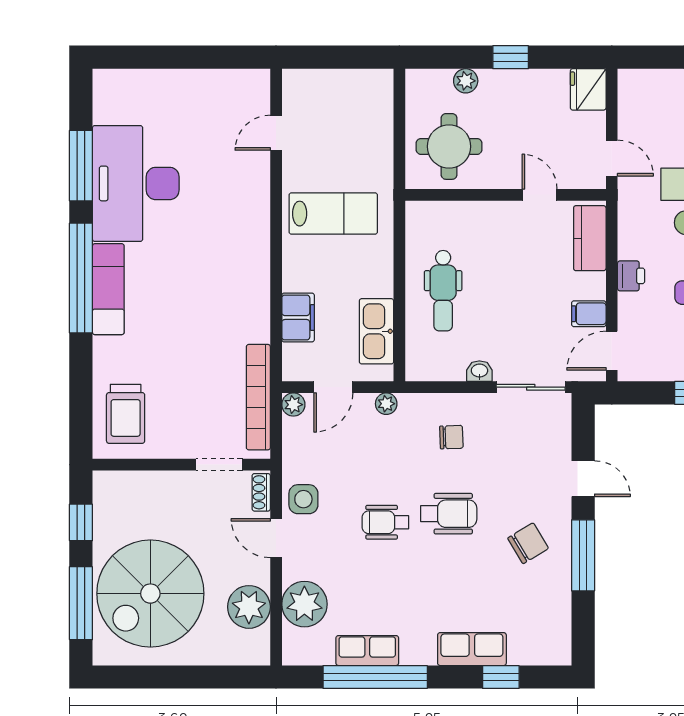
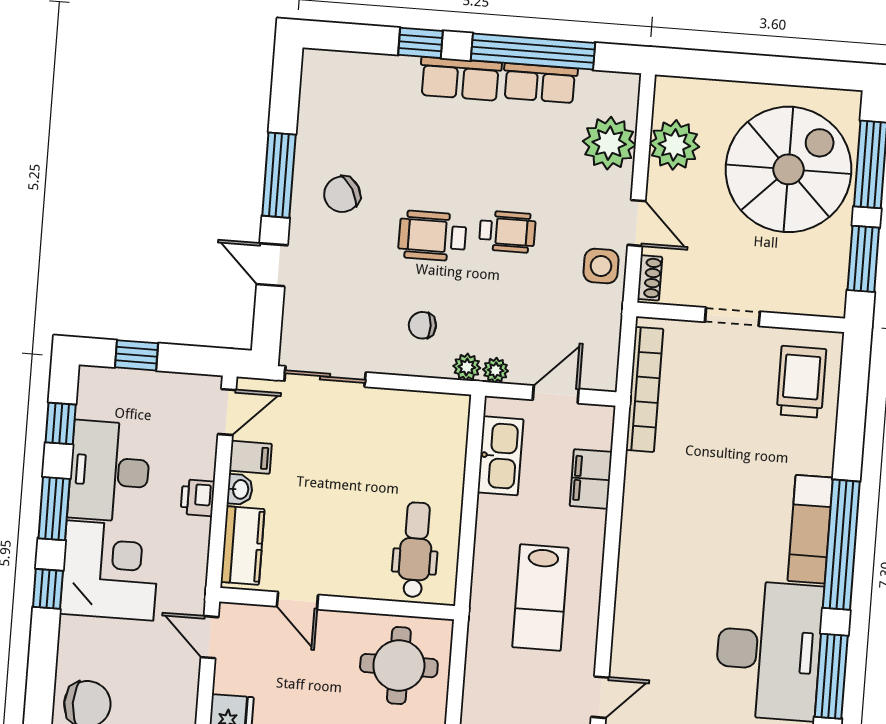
lab bench: (333, 214) -> (540, 597), turned -90
dental chair: (443, 291) -> (416, 550), moved
washbasin: (479, 371) -> (240, 489), moved, turned -90
plant: (293, 405) -> (467, 367), moved
doorway: (219, 465) -> (732, 317), moved
window: (81, 522) -> (863, 259), width x1.50
row of seats: (472, 649) -> (460, 79), moved
window: (501, 677) -> (420, 43), moved

